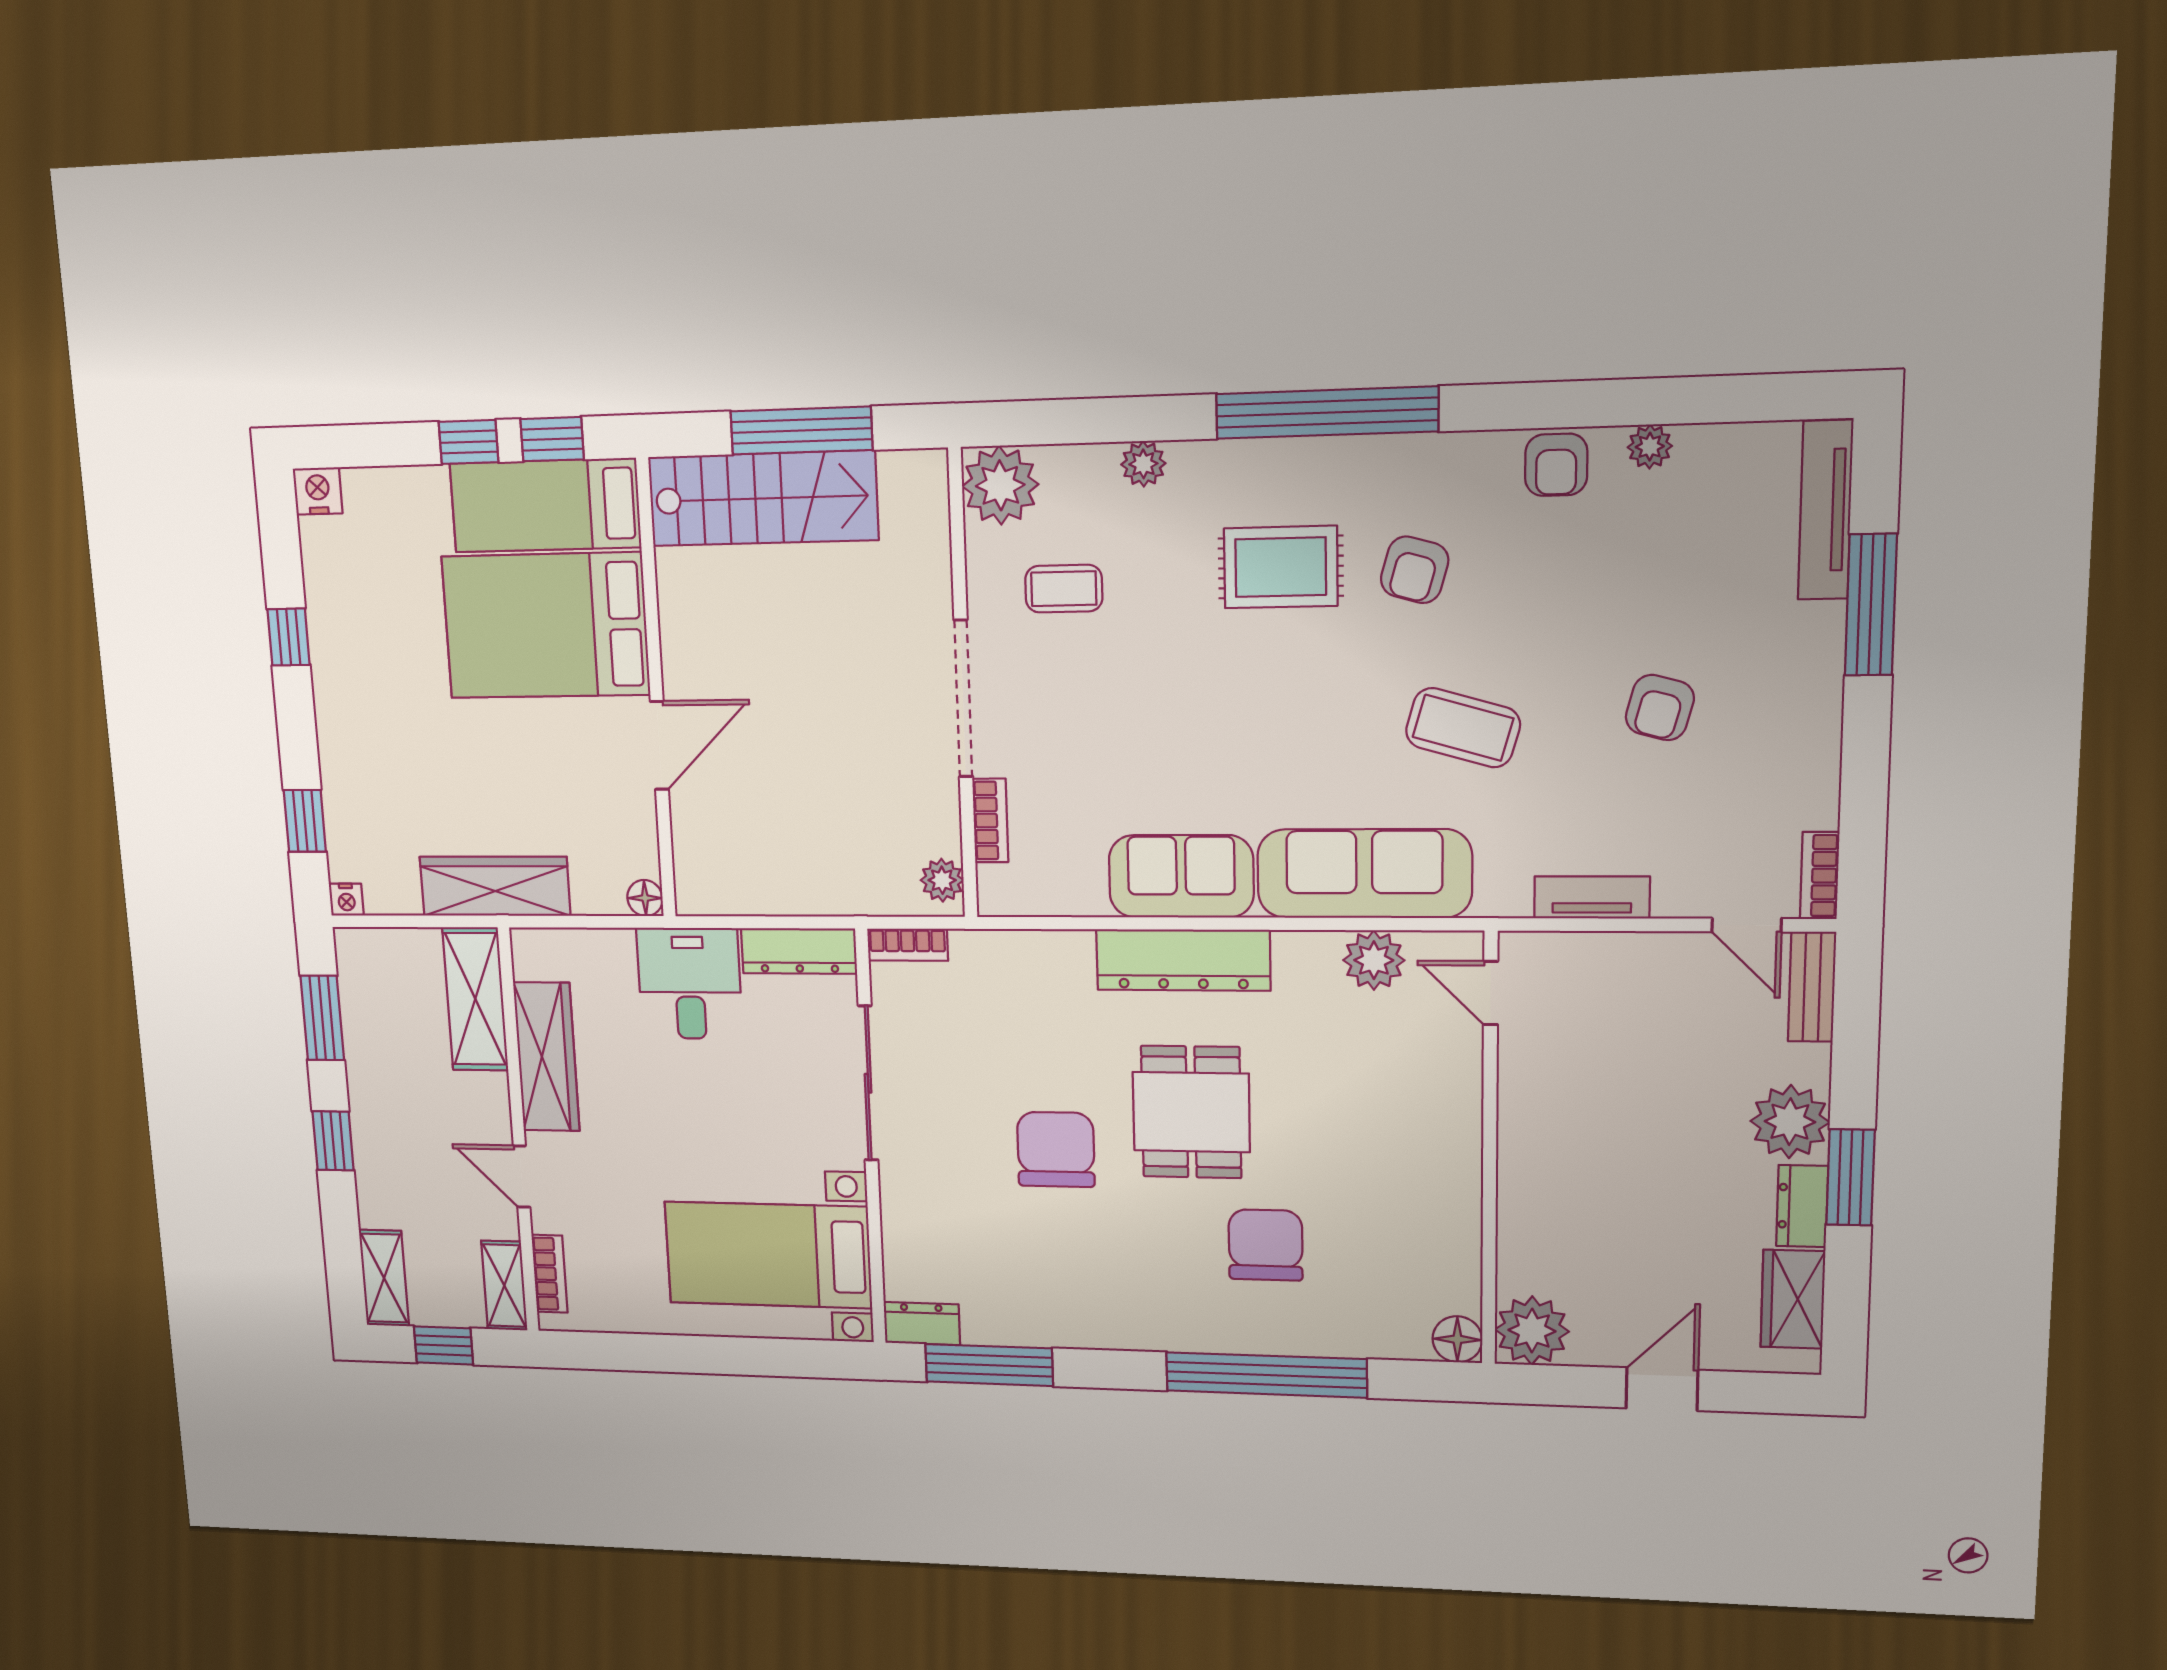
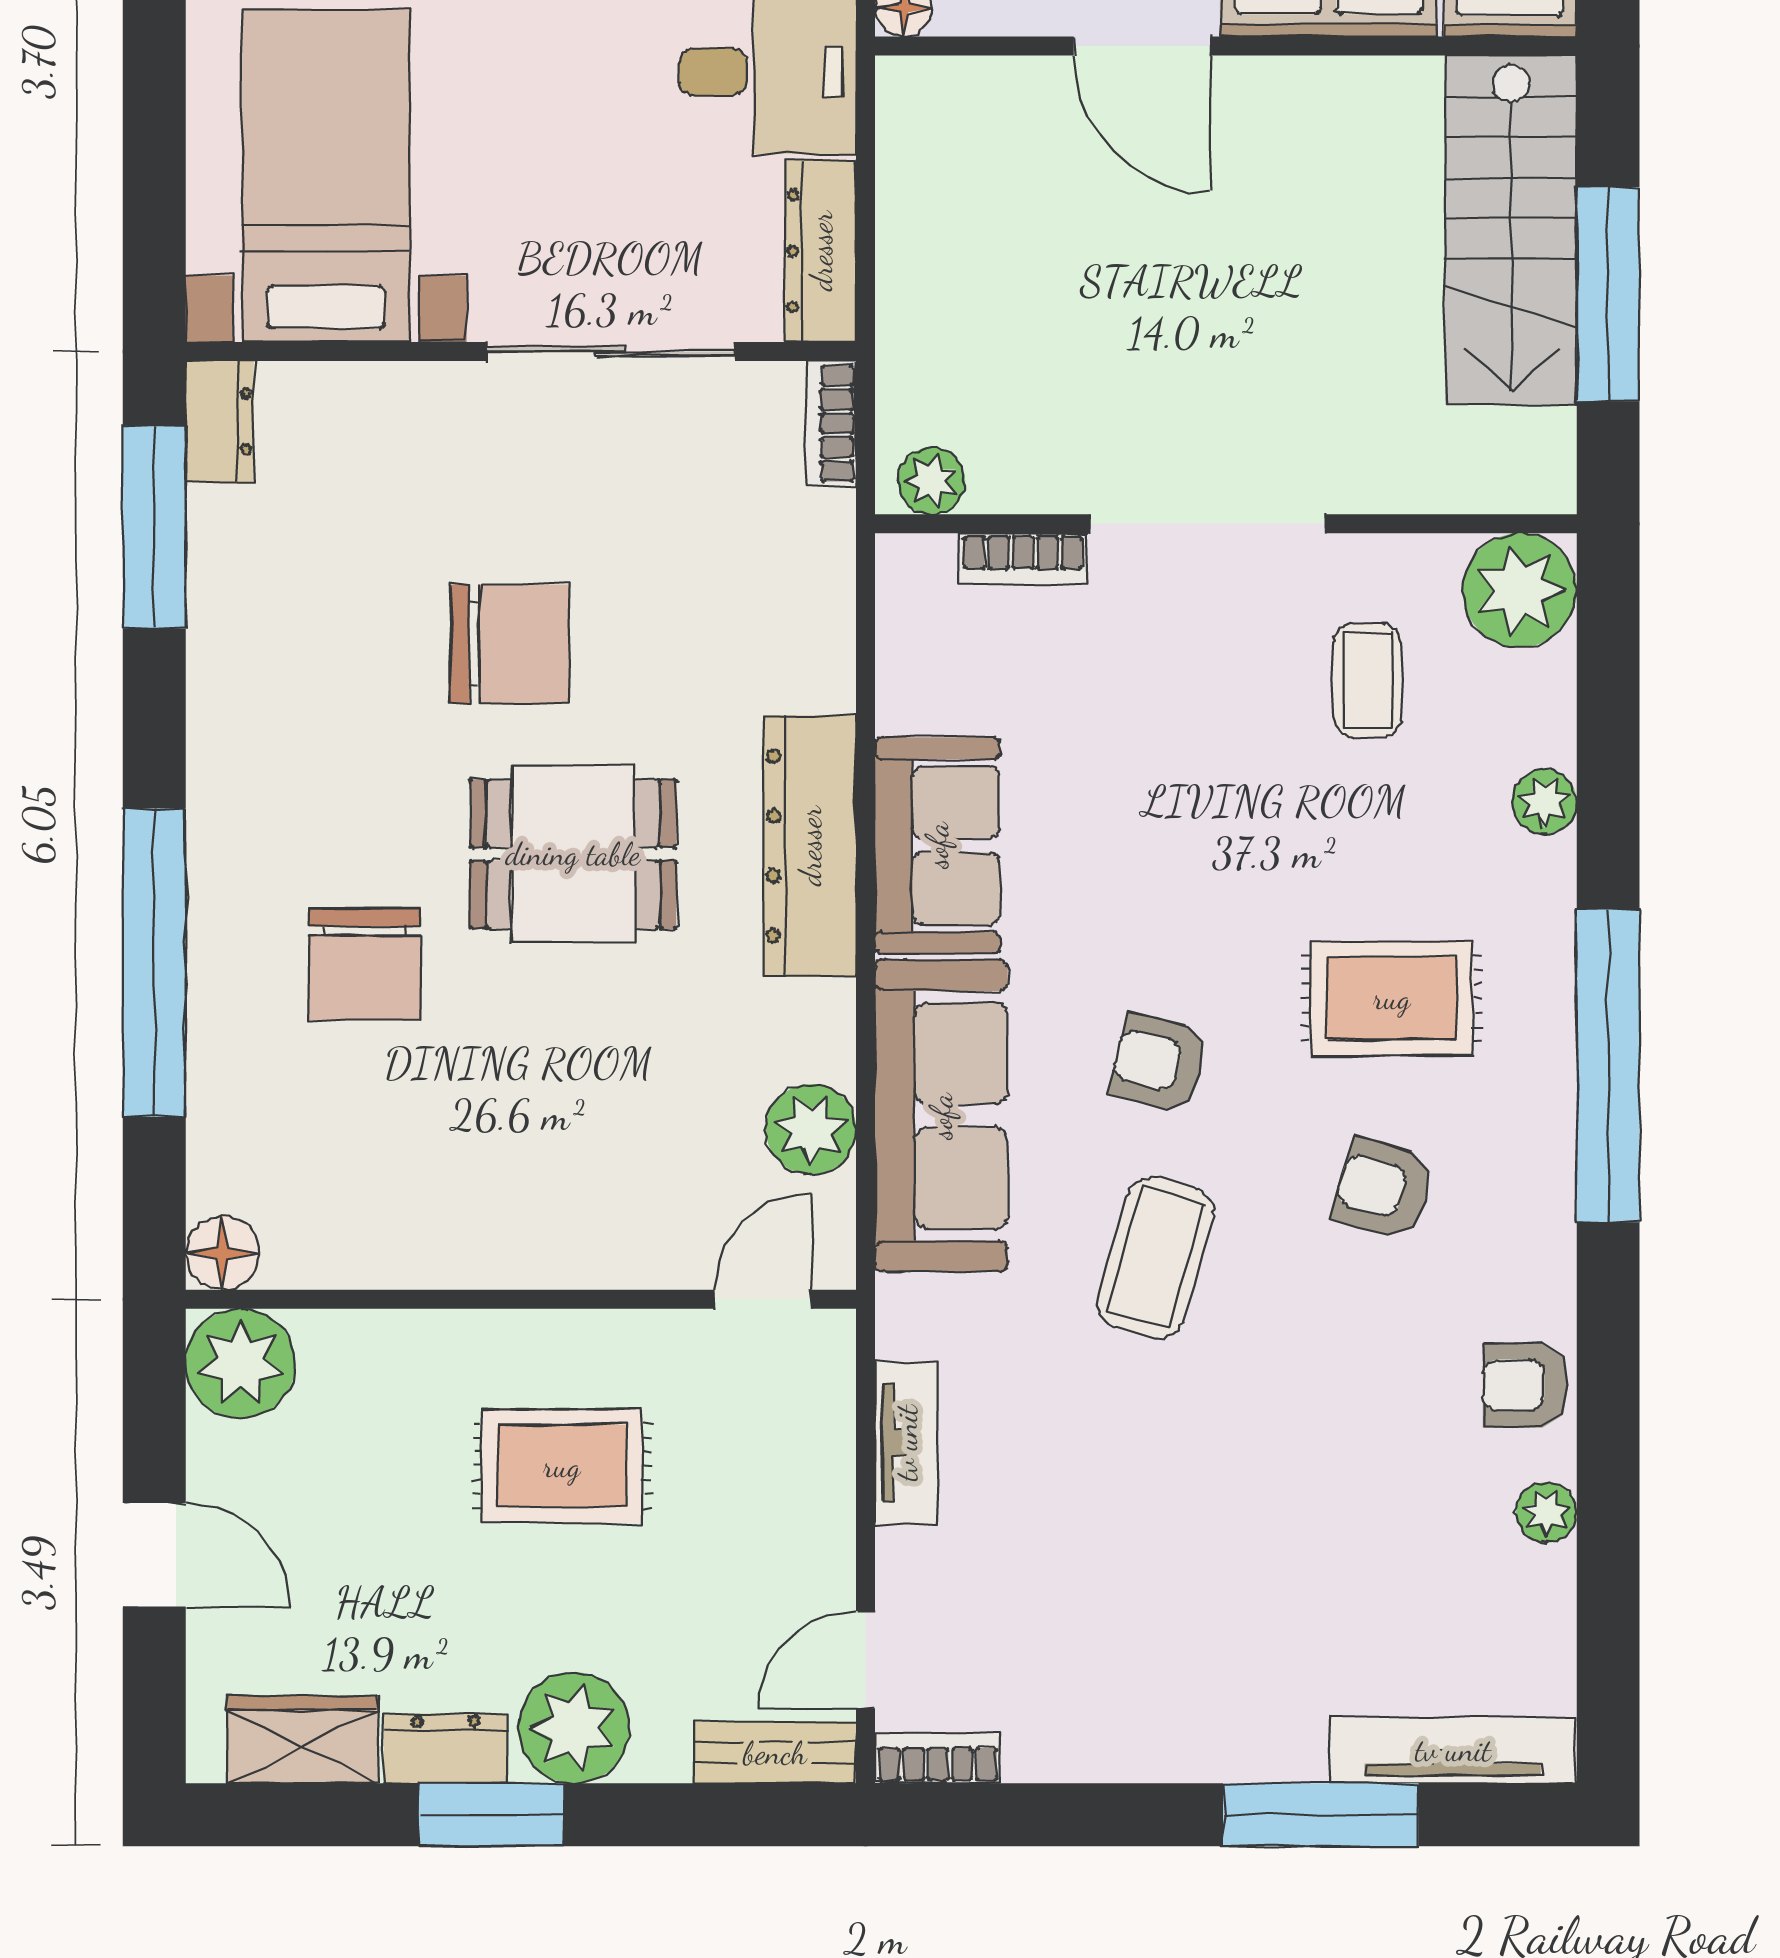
rug: (1281, 567) -> (1392, 998), turned 90
armchair: (1660, 708) -> (1159, 1063), moved
rug: (1605, 1126) -> (562, 1466), added
chair: (1266, 1245) -> (365, 964), turned 90

